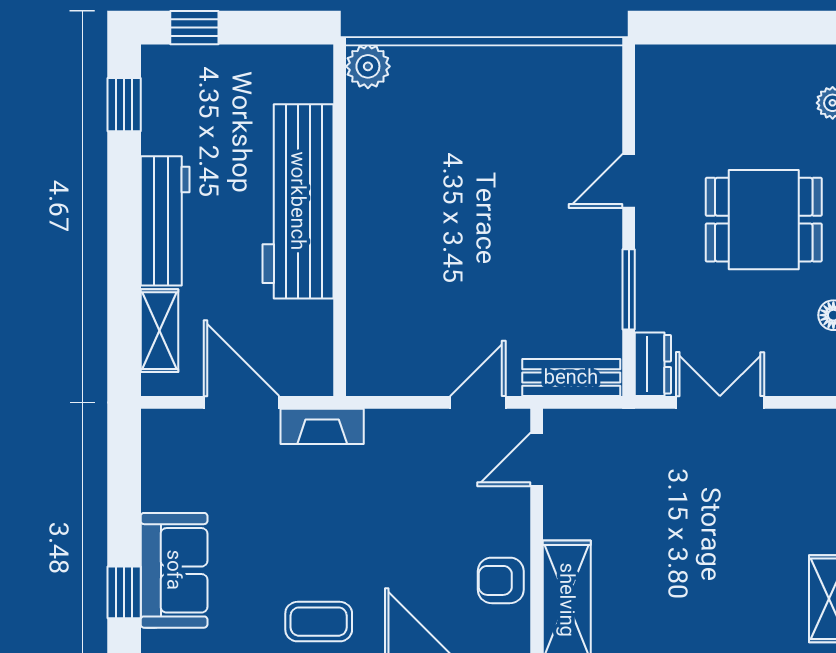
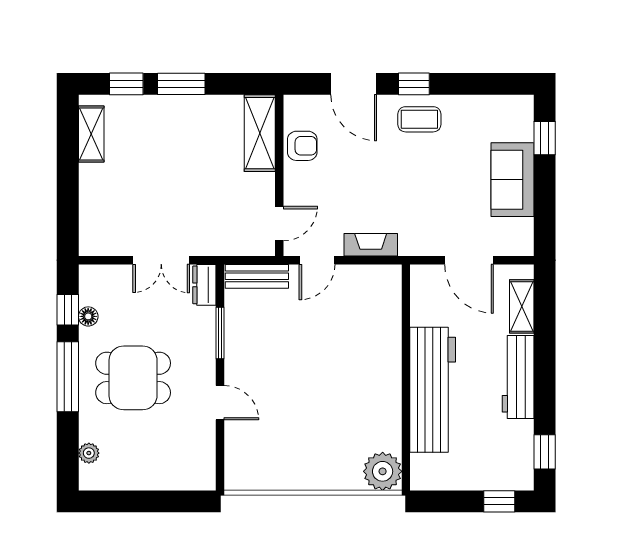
plant: (368, 66) -> (383, 471), width x1.36, depth x1.36
door: (629, 181) -> (220, 403), hinge flipped
fireplace: (322, 426) -> (371, 245), moved
sofa: (174, 570) -> (512, 180), moved

